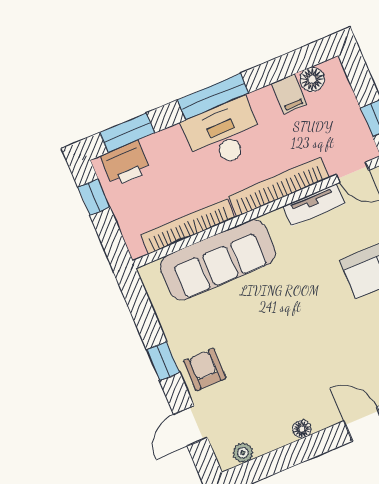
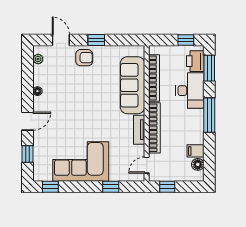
desk: (223, 134) -> (190, 91), moved
tv unit: (314, 205) -> (139, 130), moved

